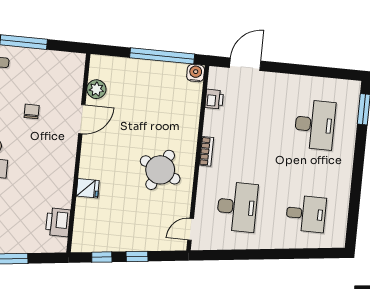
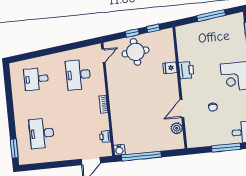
round table: (160, 170) -> (135, 52), moved, turned -31
printer: (58, 222) -> (186, 70), moved

